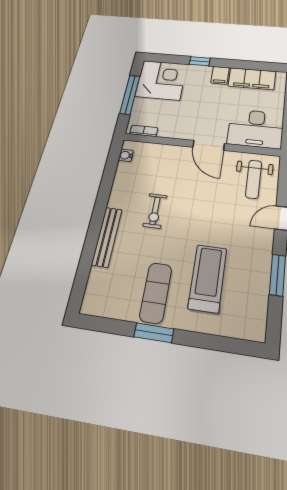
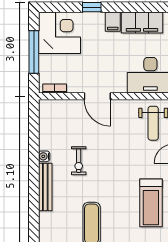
door: (209, 145) -> (97, 96), moved
water cooler: (126, 155) -> (44, 156), moved
treadmill: (208, 278) -> (151, 203), moved, turned 180

